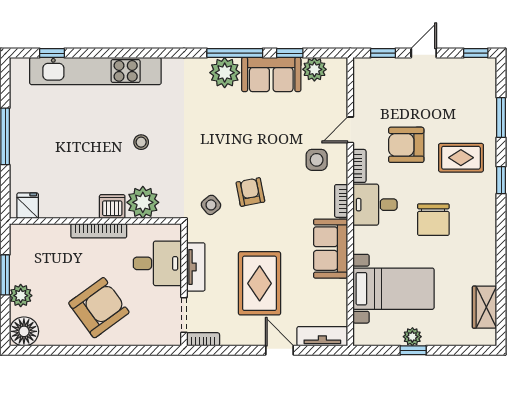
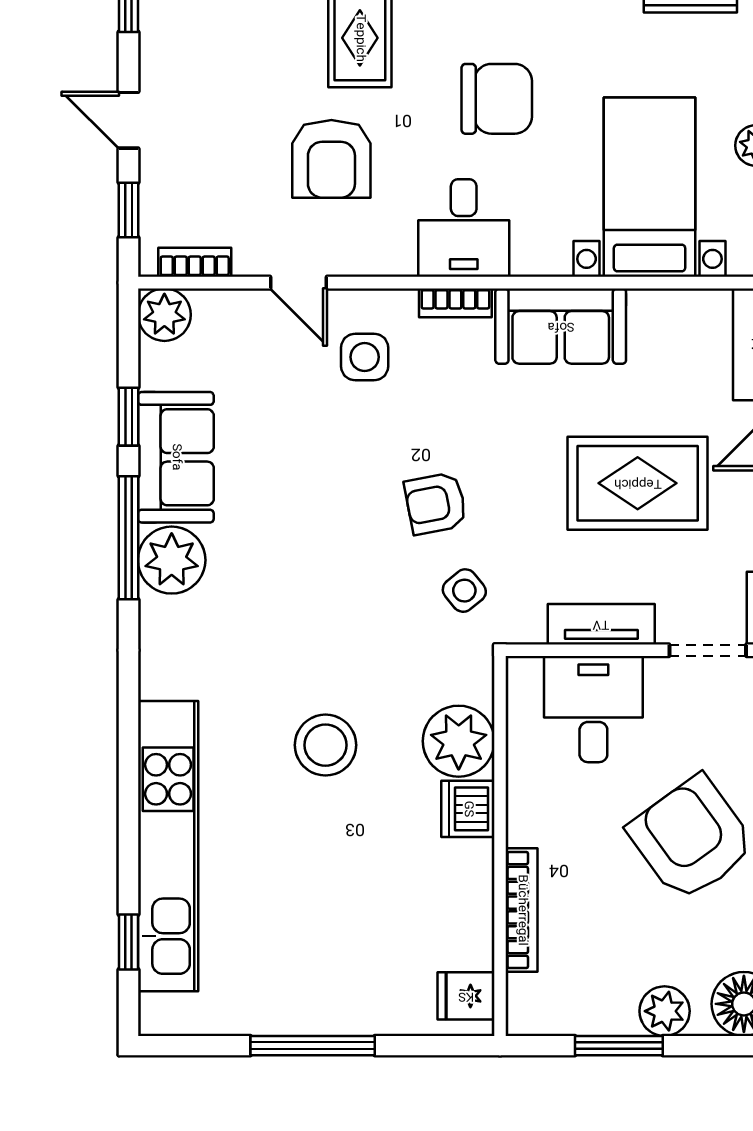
plant: (314, 69) -> (164, 315), moved
stool: (141, 142) -> (325, 745), width x1.89, depth x1.89
bookcase: (359, 166) -> (195, 262), moved
bookcase: (99, 231) -> (522, 910), moved

